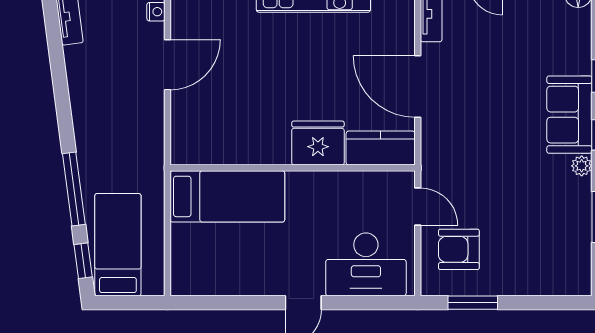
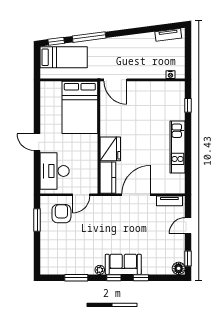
door: (167, 65) -> (115, 80), moved
bed: (227, 196) -> (80, 107), width x1.50

